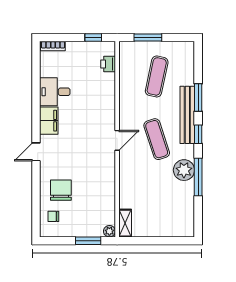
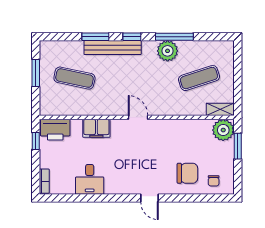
window: (148, 37) -> (36, 73), moved
printer: (108, 64) -> (55, 130), width x1.87, depth x1.48
filing cabinet: (49, 121) -> (96, 128), moved, turned 180
exercise mat: (157, 139) -> (199, 78), moved
chair: (61, 190) -> (187, 173), turned 180
plant: (109, 231) -> (223, 130), width x1.88, depth x1.88

